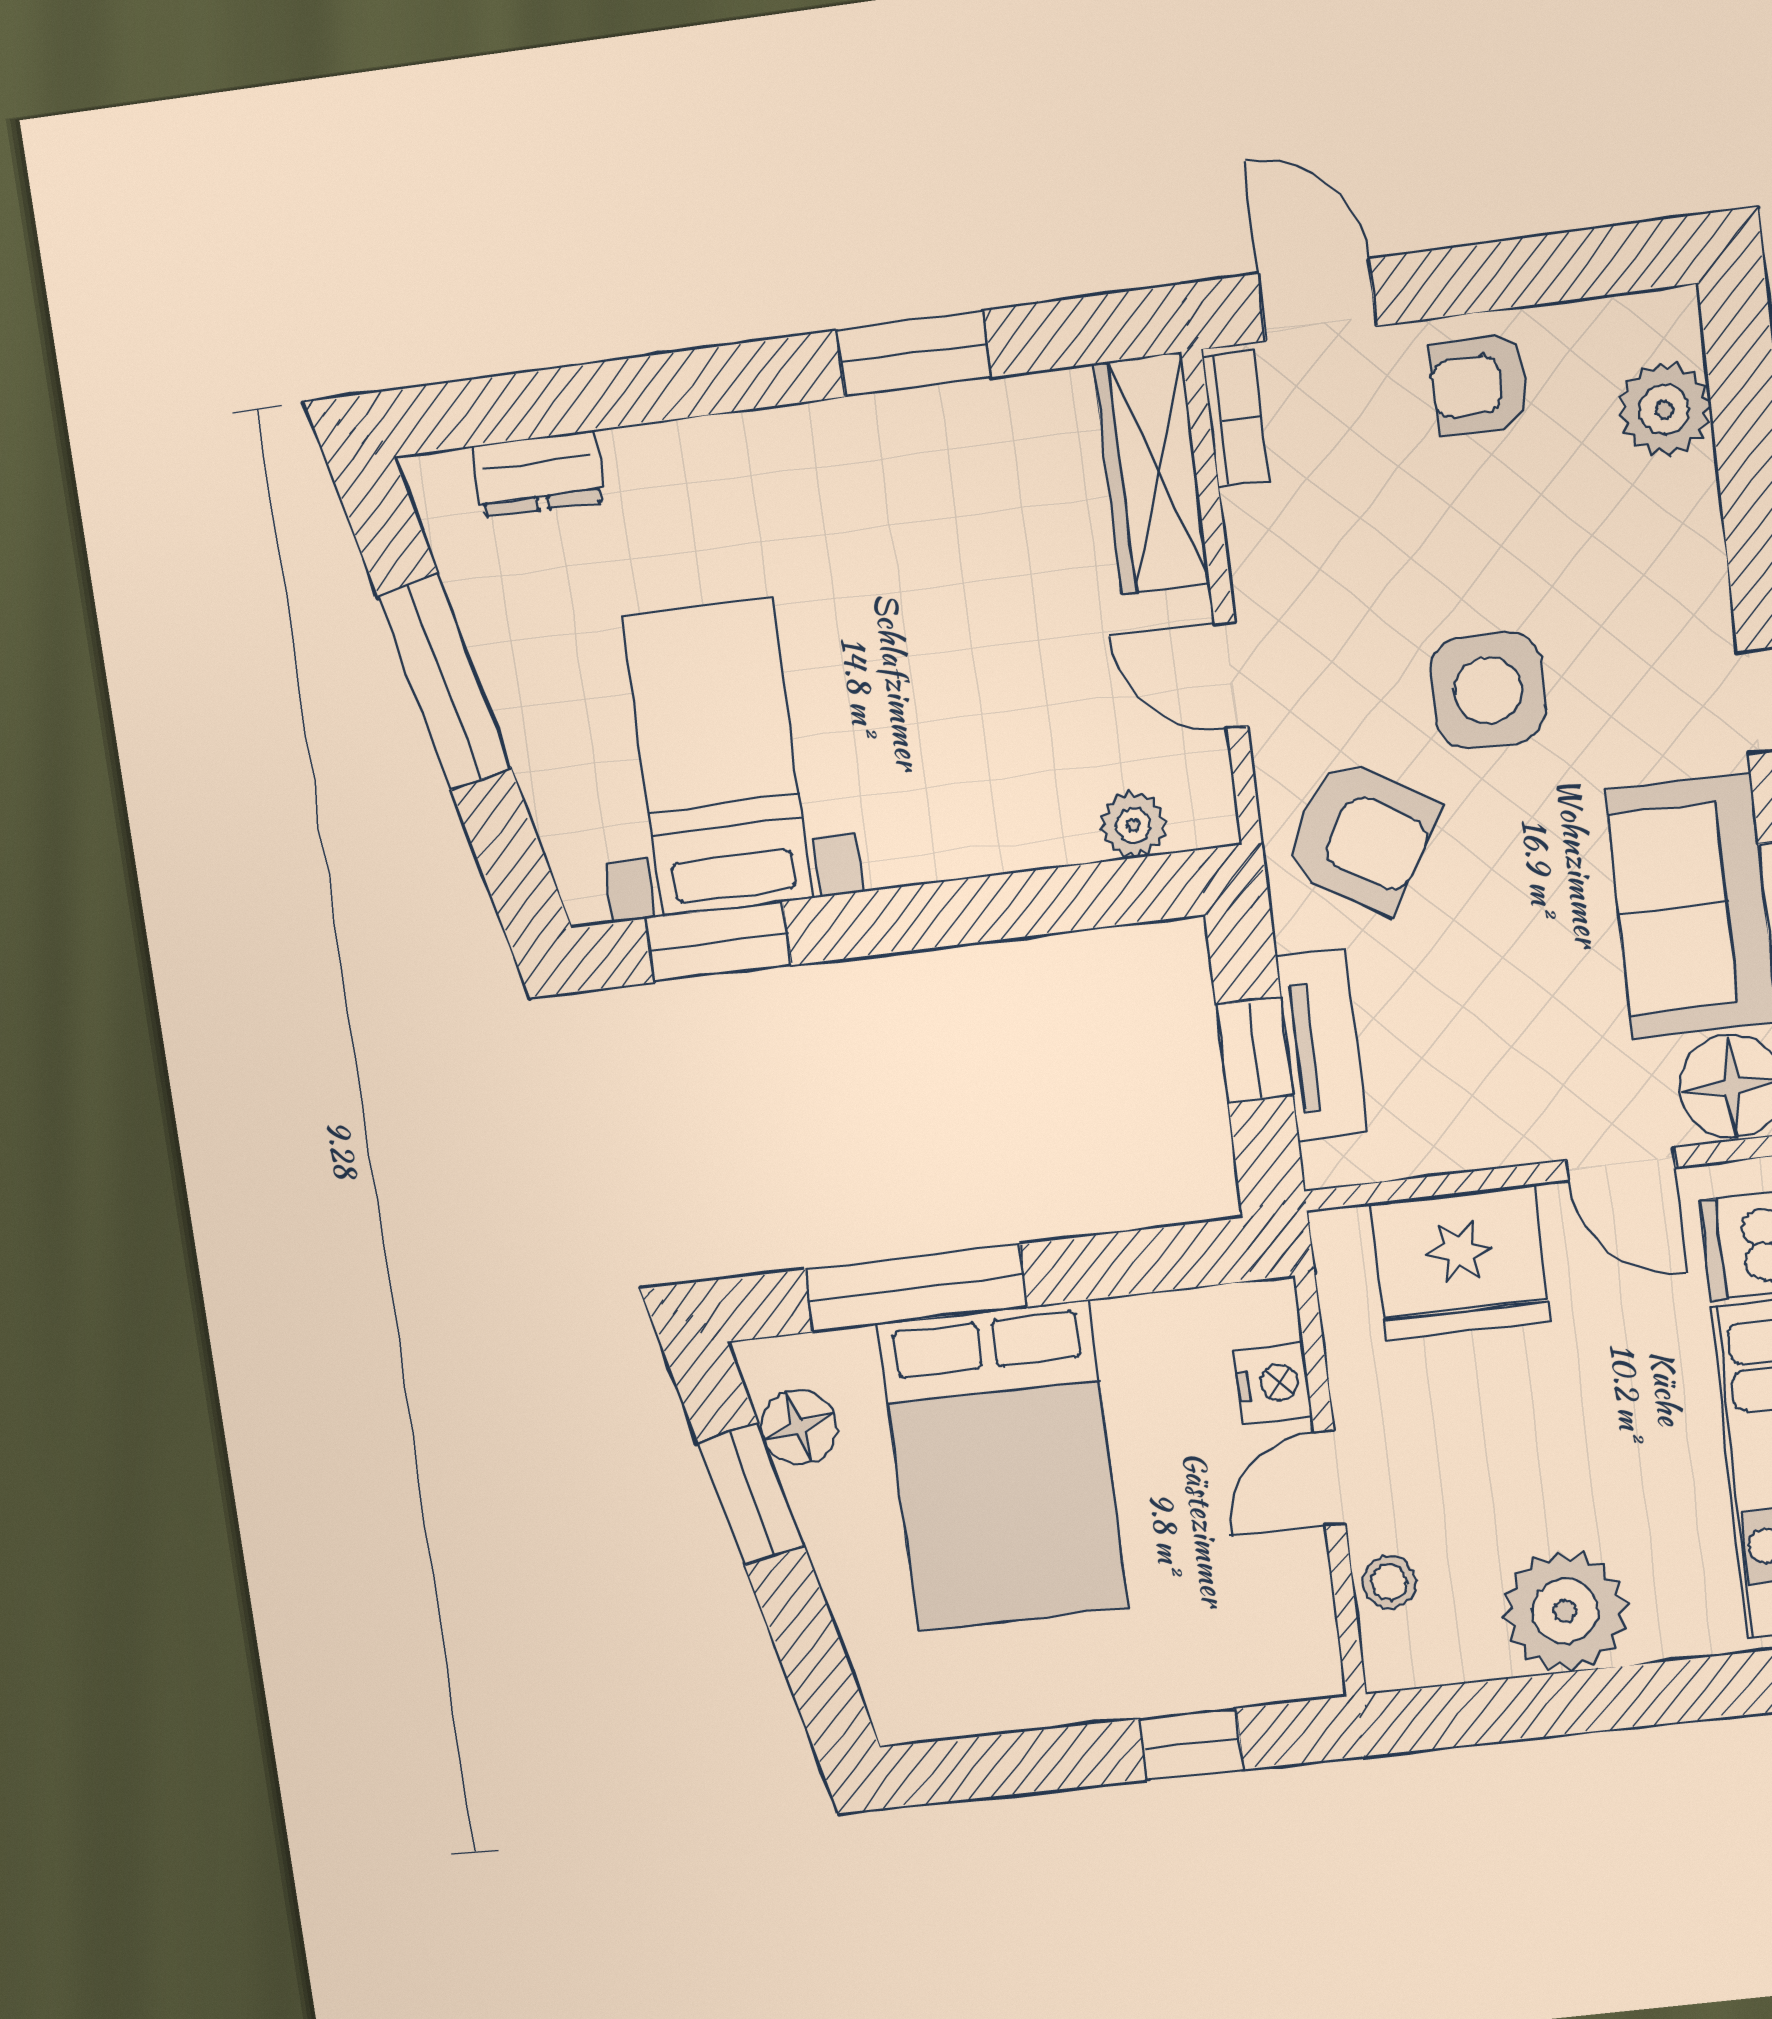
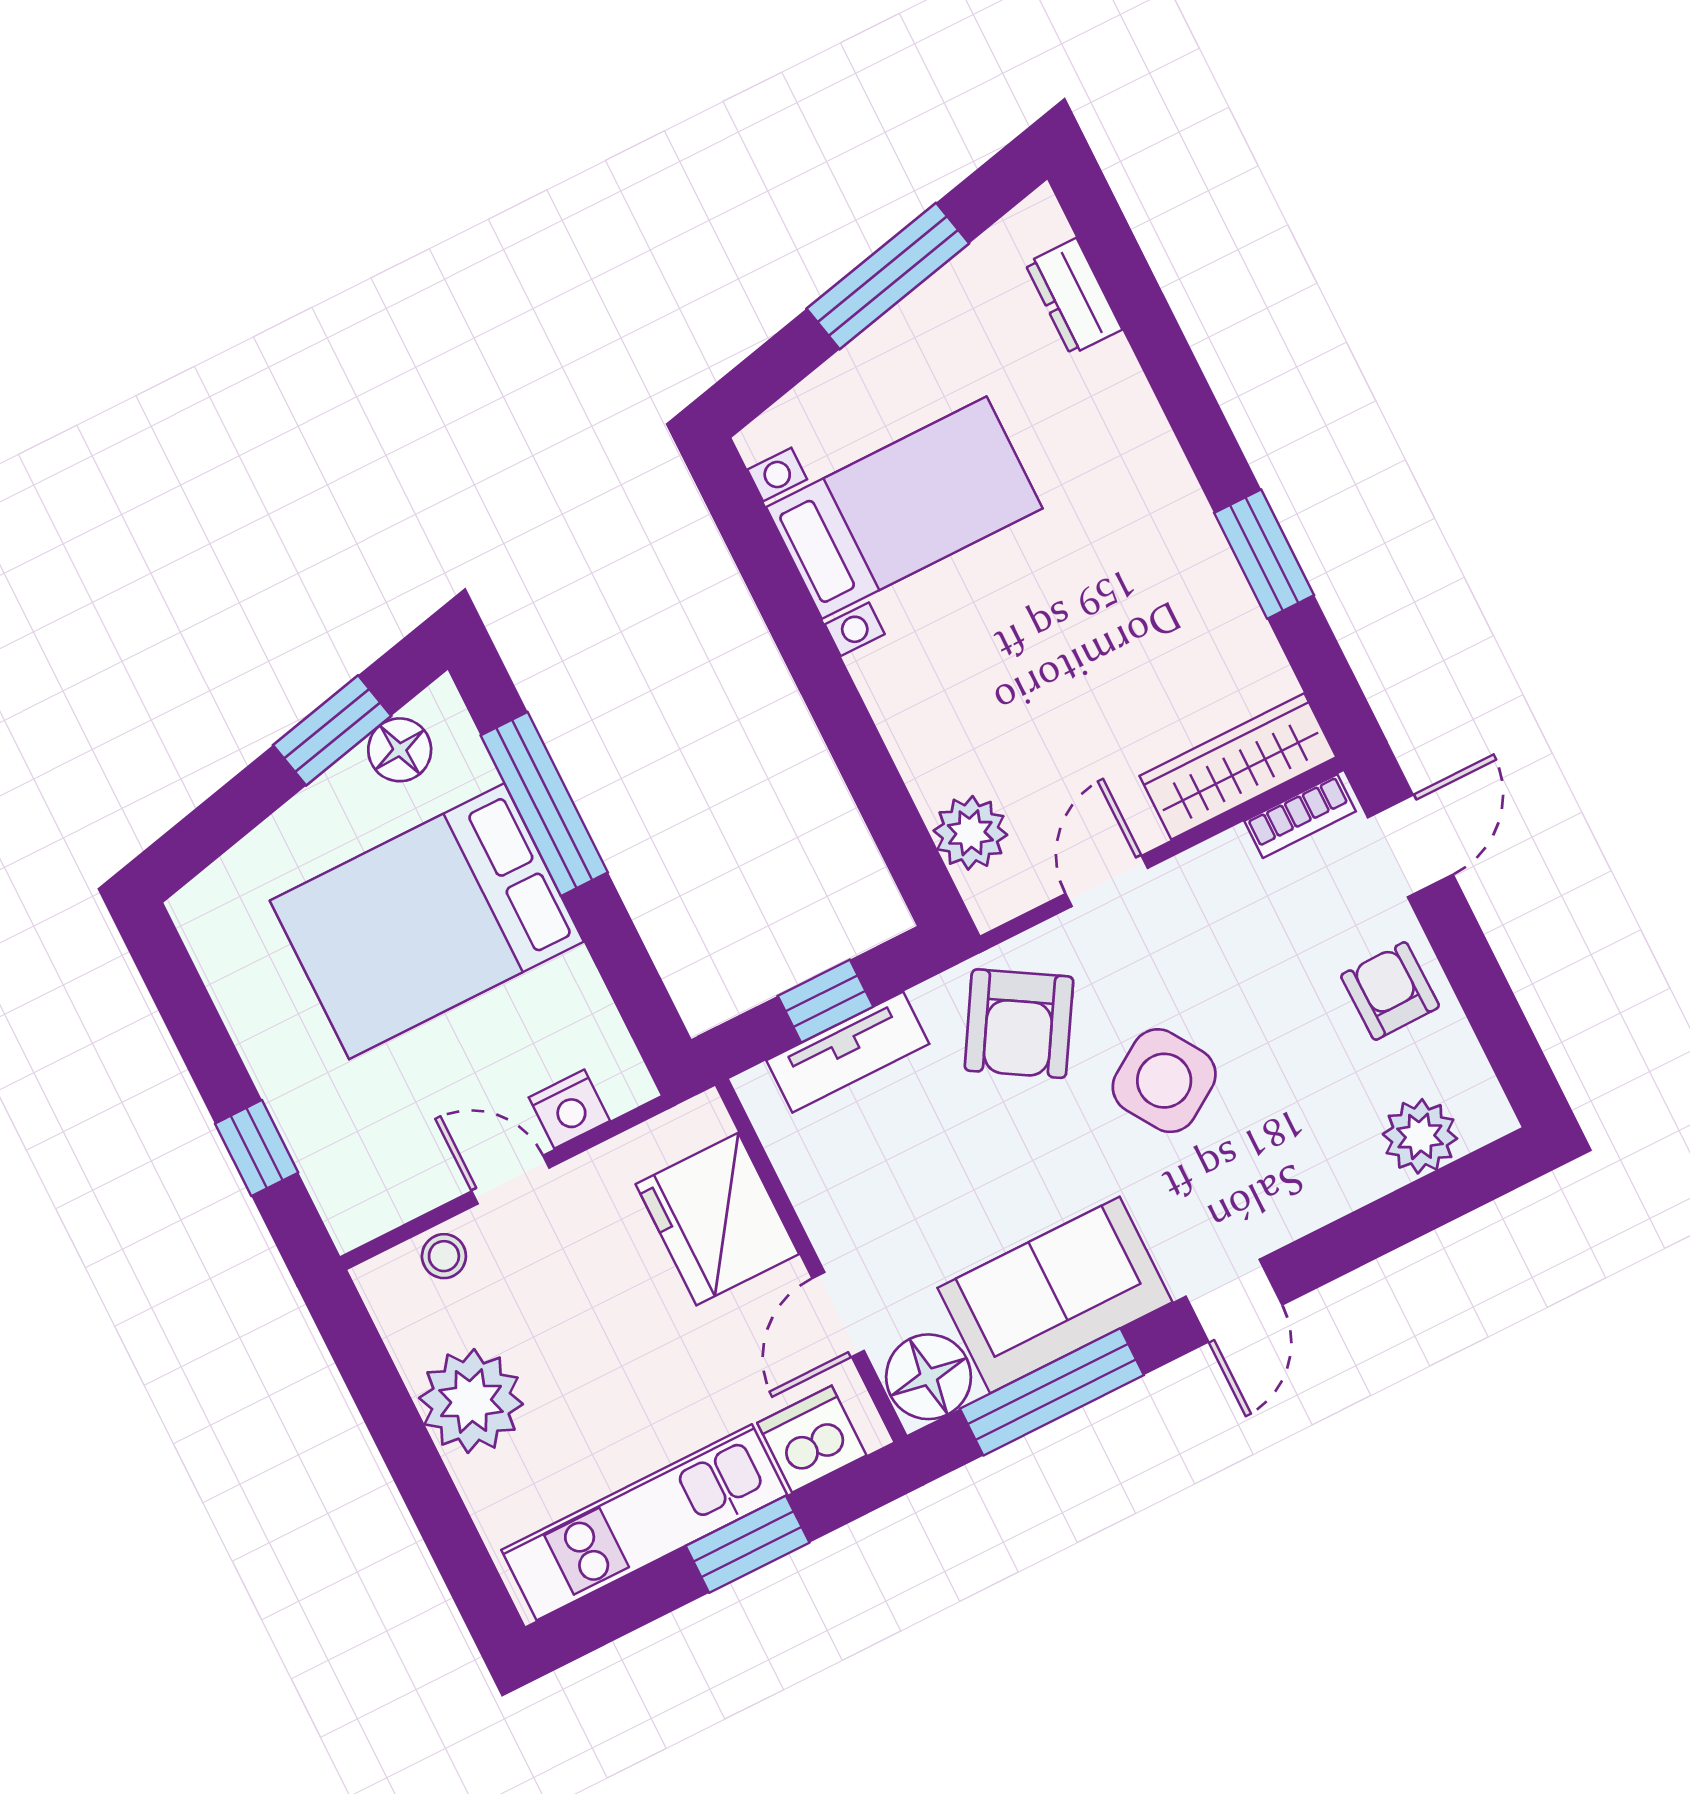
side table: (1488, 690) -> (1164, 1081), turned -33
plant: (1133, 825) -> (970, 833), width x1.38, depth x1.38
window: (718, 942) -> (761, 557), removed

